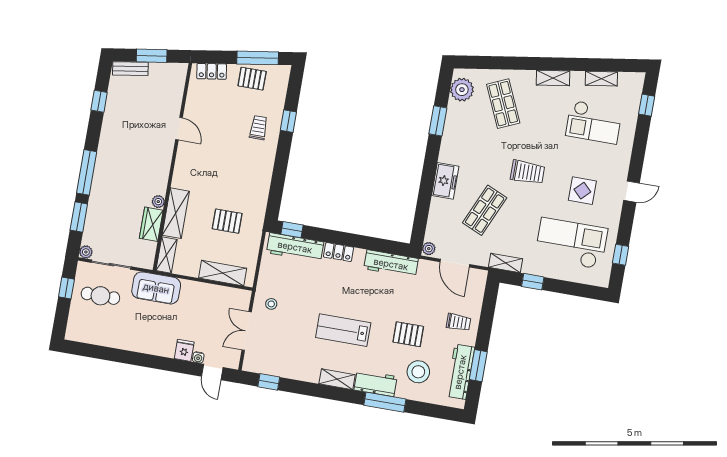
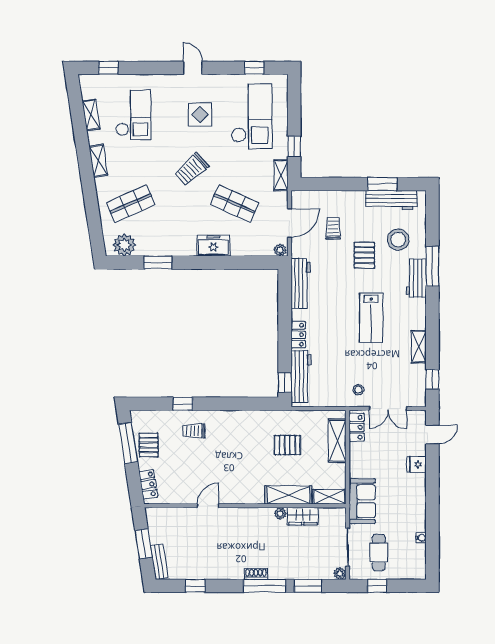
shoe rack: (100, 166) -> (256, 574), added
trolley: (528, 172) -> (192, 169), turned -132
pallet: (227, 221) -> (287, 445), turned 90
checkout: (571, 243) -> (252, 116), turned 180
locker: (233, 295) -> (357, 427), added
trolley: (458, 322) -> (333, 228), moved
water cooler: (198, 357) -> (421, 538), moved
shelving: (337, 379) -> (419, 347), moved

